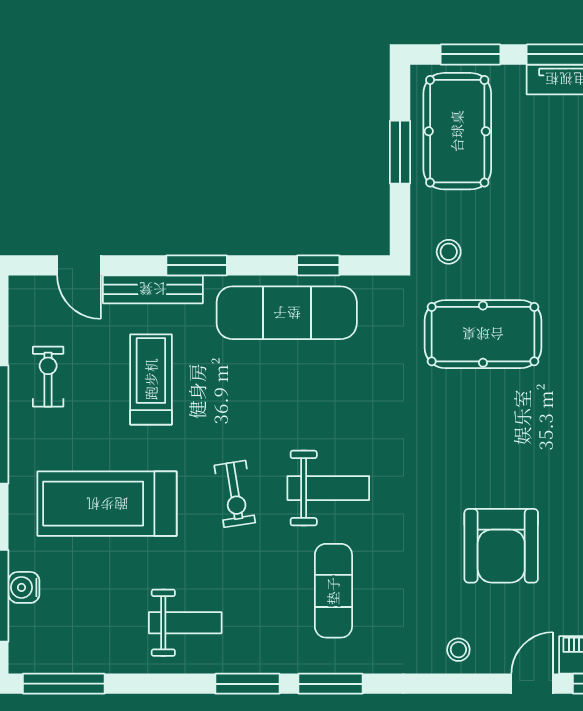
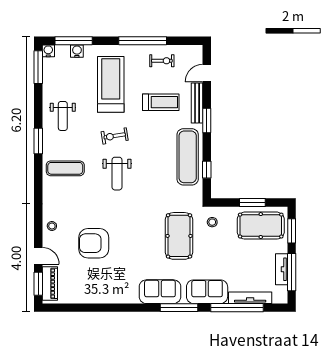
exercise mat: (333, 591) -> (65, 168), moved
water cooler: (23, 659) -> (48, 51), added
window: (331, 684) -> (38, 175), removed

